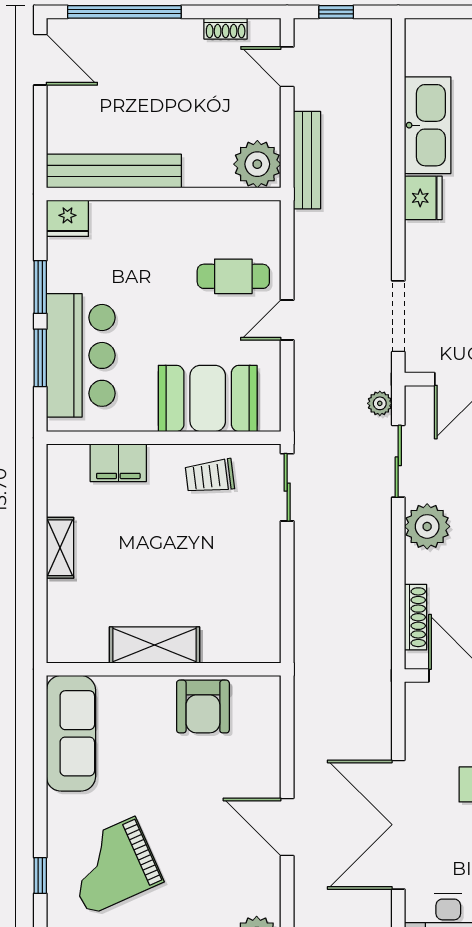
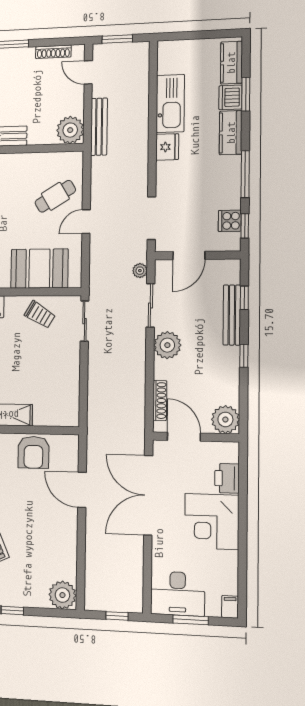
window: (336, 12) -> (117, 39), width x1.50
shoe rack: (226, 29) -> (53, 52), width x1.43
cafe table: (233, 276) -> (55, 196), turned -31
trolley: (210, 476) -> (40, 315), turned -142
double door: (398, 825) -> (148, 495), moved
door: (287, 827) -> (82, 490), moved

